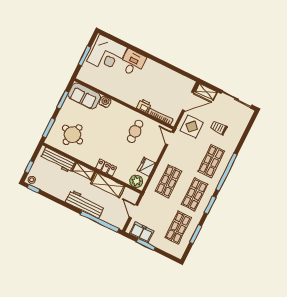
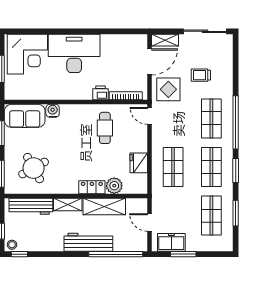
desk: (133, 63) -> (74, 53), width x1.87, depth x1.30
round table: (73, 135) -> (34, 168), turned 45
plant: (136, 181) -> (114, 186), moved

